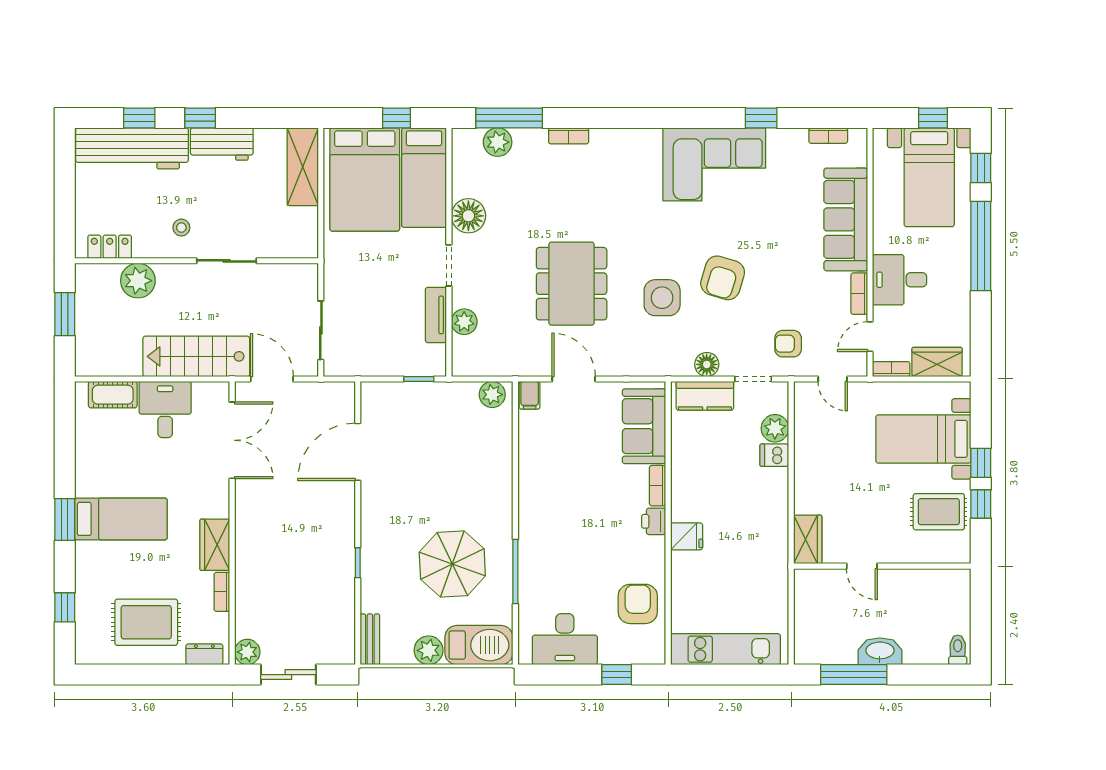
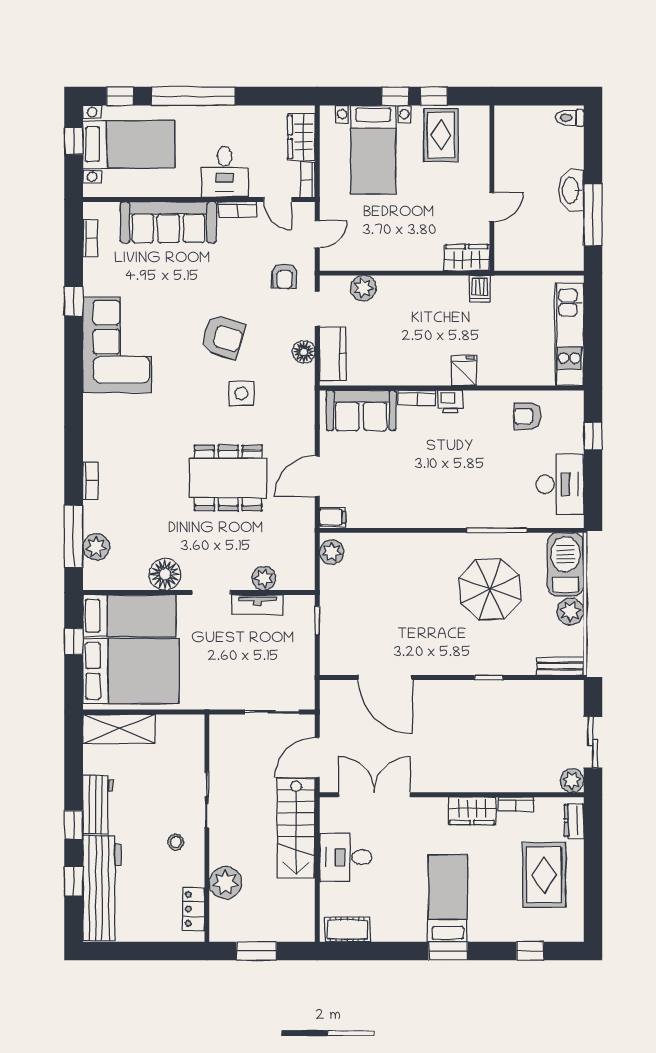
side table: (662, 298) -> (241, 394), width x0.73, depth x0.73
cot: (113, 395) -> (347, 929), moved, turned 90
dishwasher: (774, 455) -> (480, 289), moved
armchair: (638, 604) -> (527, 416), width x0.72, depth x0.72

